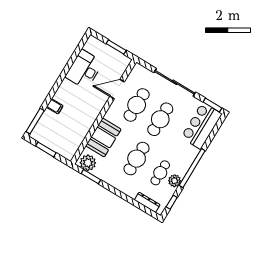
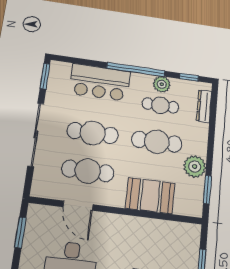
bar counter: (201, 126) -> (100, 82), moved
plant: (88, 163) -> (195, 166), moved

